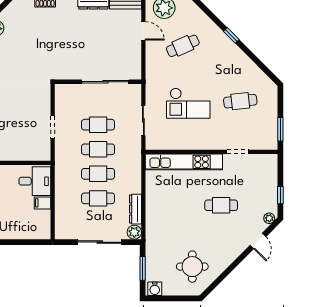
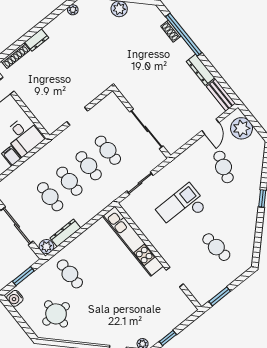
cafe table: (183, 46) -> (224, 167), turned 42
checkout: (188, 103) -> (182, 208), turned 90
cafe table: (221, 205) -> (70, 274), moved

